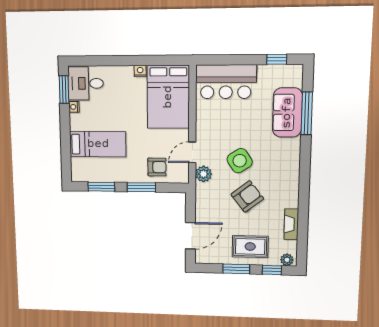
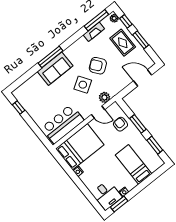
bar counter: (226, 82) -> (63, 124), moved, turned -90
sofa: (287, 113) -> (55, 69), moved
window: (307, 113) -> (50, 57), moved
window: (302, 238) -> (96, 20), added

